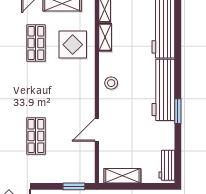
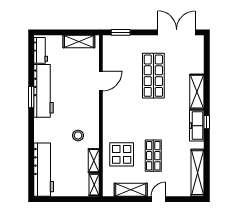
stool: (111, 83) -> (78, 135), moved
workbench: (163, 90) -> (44, 91), moved
shop shelf: (36, 136) -> (153, 76), width x1.43, depth x1.36

